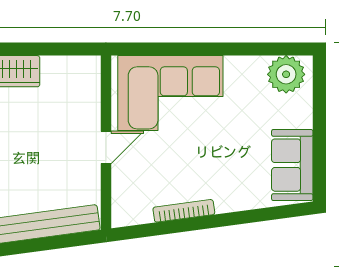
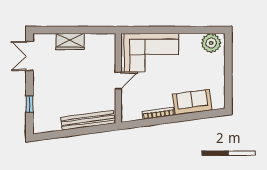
sofa: (292, 165) -> (192, 102), moved, turned 82

